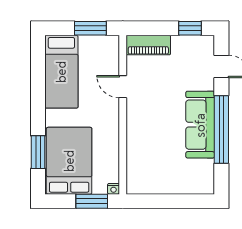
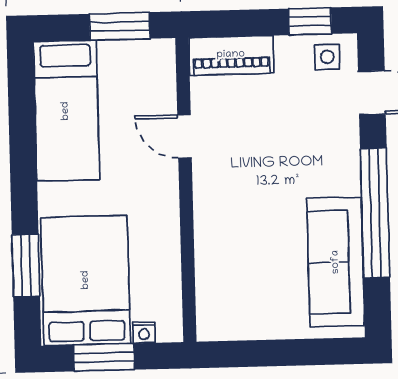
side table: (199, 47) -> (327, 57), added
sofa: (200, 125) -> (336, 262), moved
nightstand: (114, 189) -> (144, 333), moved
window: (92, 201) -> (104, 357), moved

